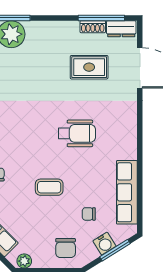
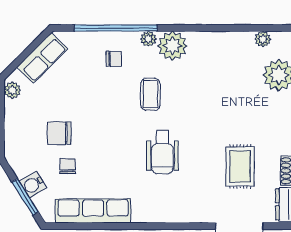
coffee table: (49, 187) -> (150, 94), moved
chair: (66, 248) -> (59, 133), moved

